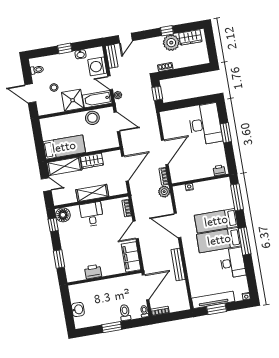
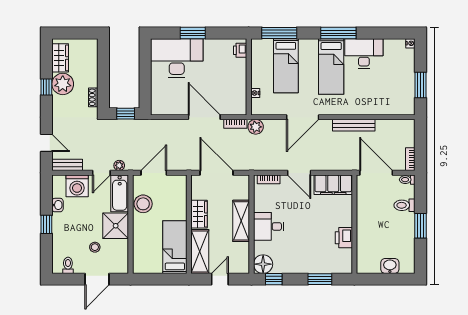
bed: (216, 221) -> (286, 66), moved
tv unit: (213, 300) -> (408, 87), removed

